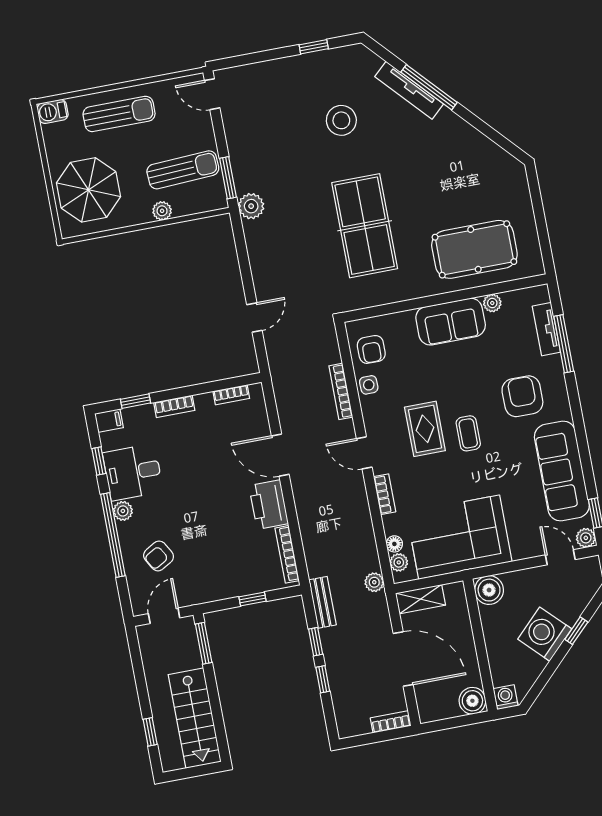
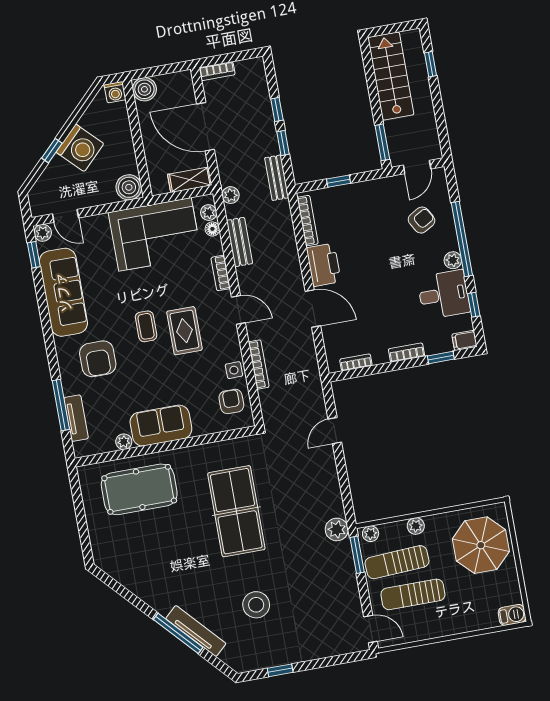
sun lounger: (119, 114) -> (413, 594), moved
plant: (213, 202) -> (371, 534), added
bench: (364, 529) -> (240, 242), added

